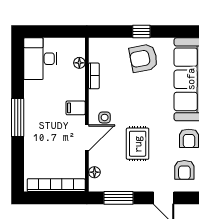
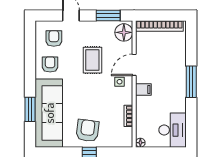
armchair: (143, 58) -> (88, 131), turned -72
floor lamp: (79, 63) -> (140, 143), moved
floor lamp: (94, 172) -> (124, 32), width x1.89, depth x1.89

